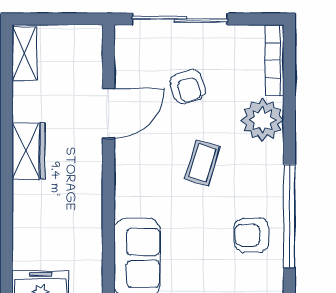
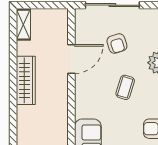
wardrobe: (29, 151) -> (26, 80), width x1.50

